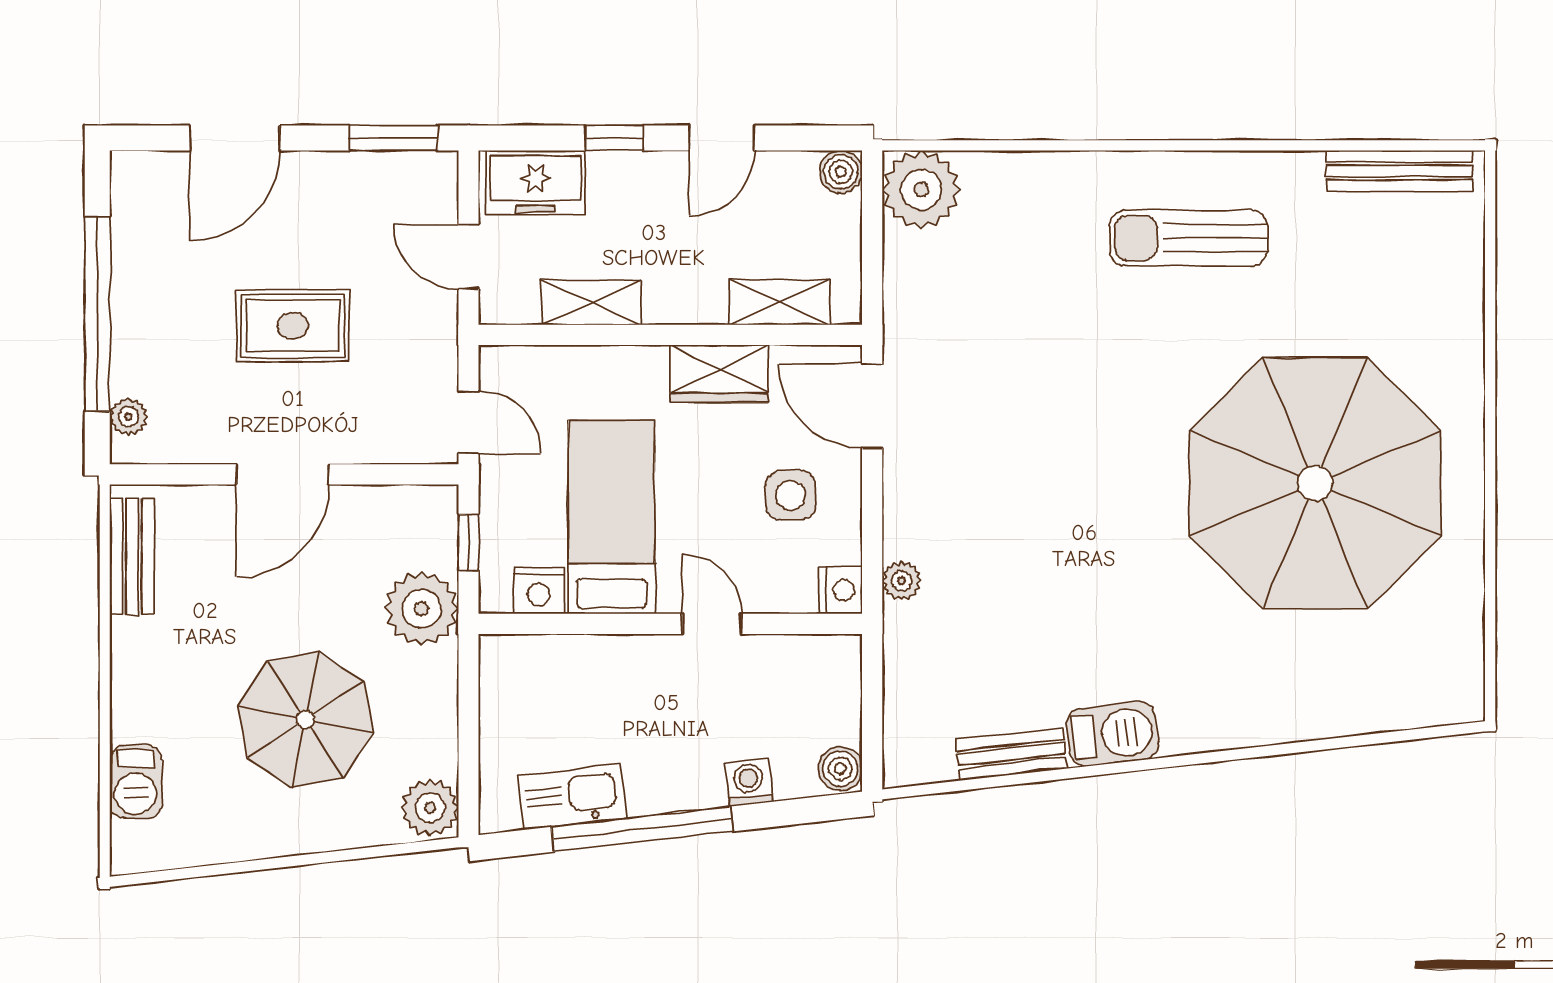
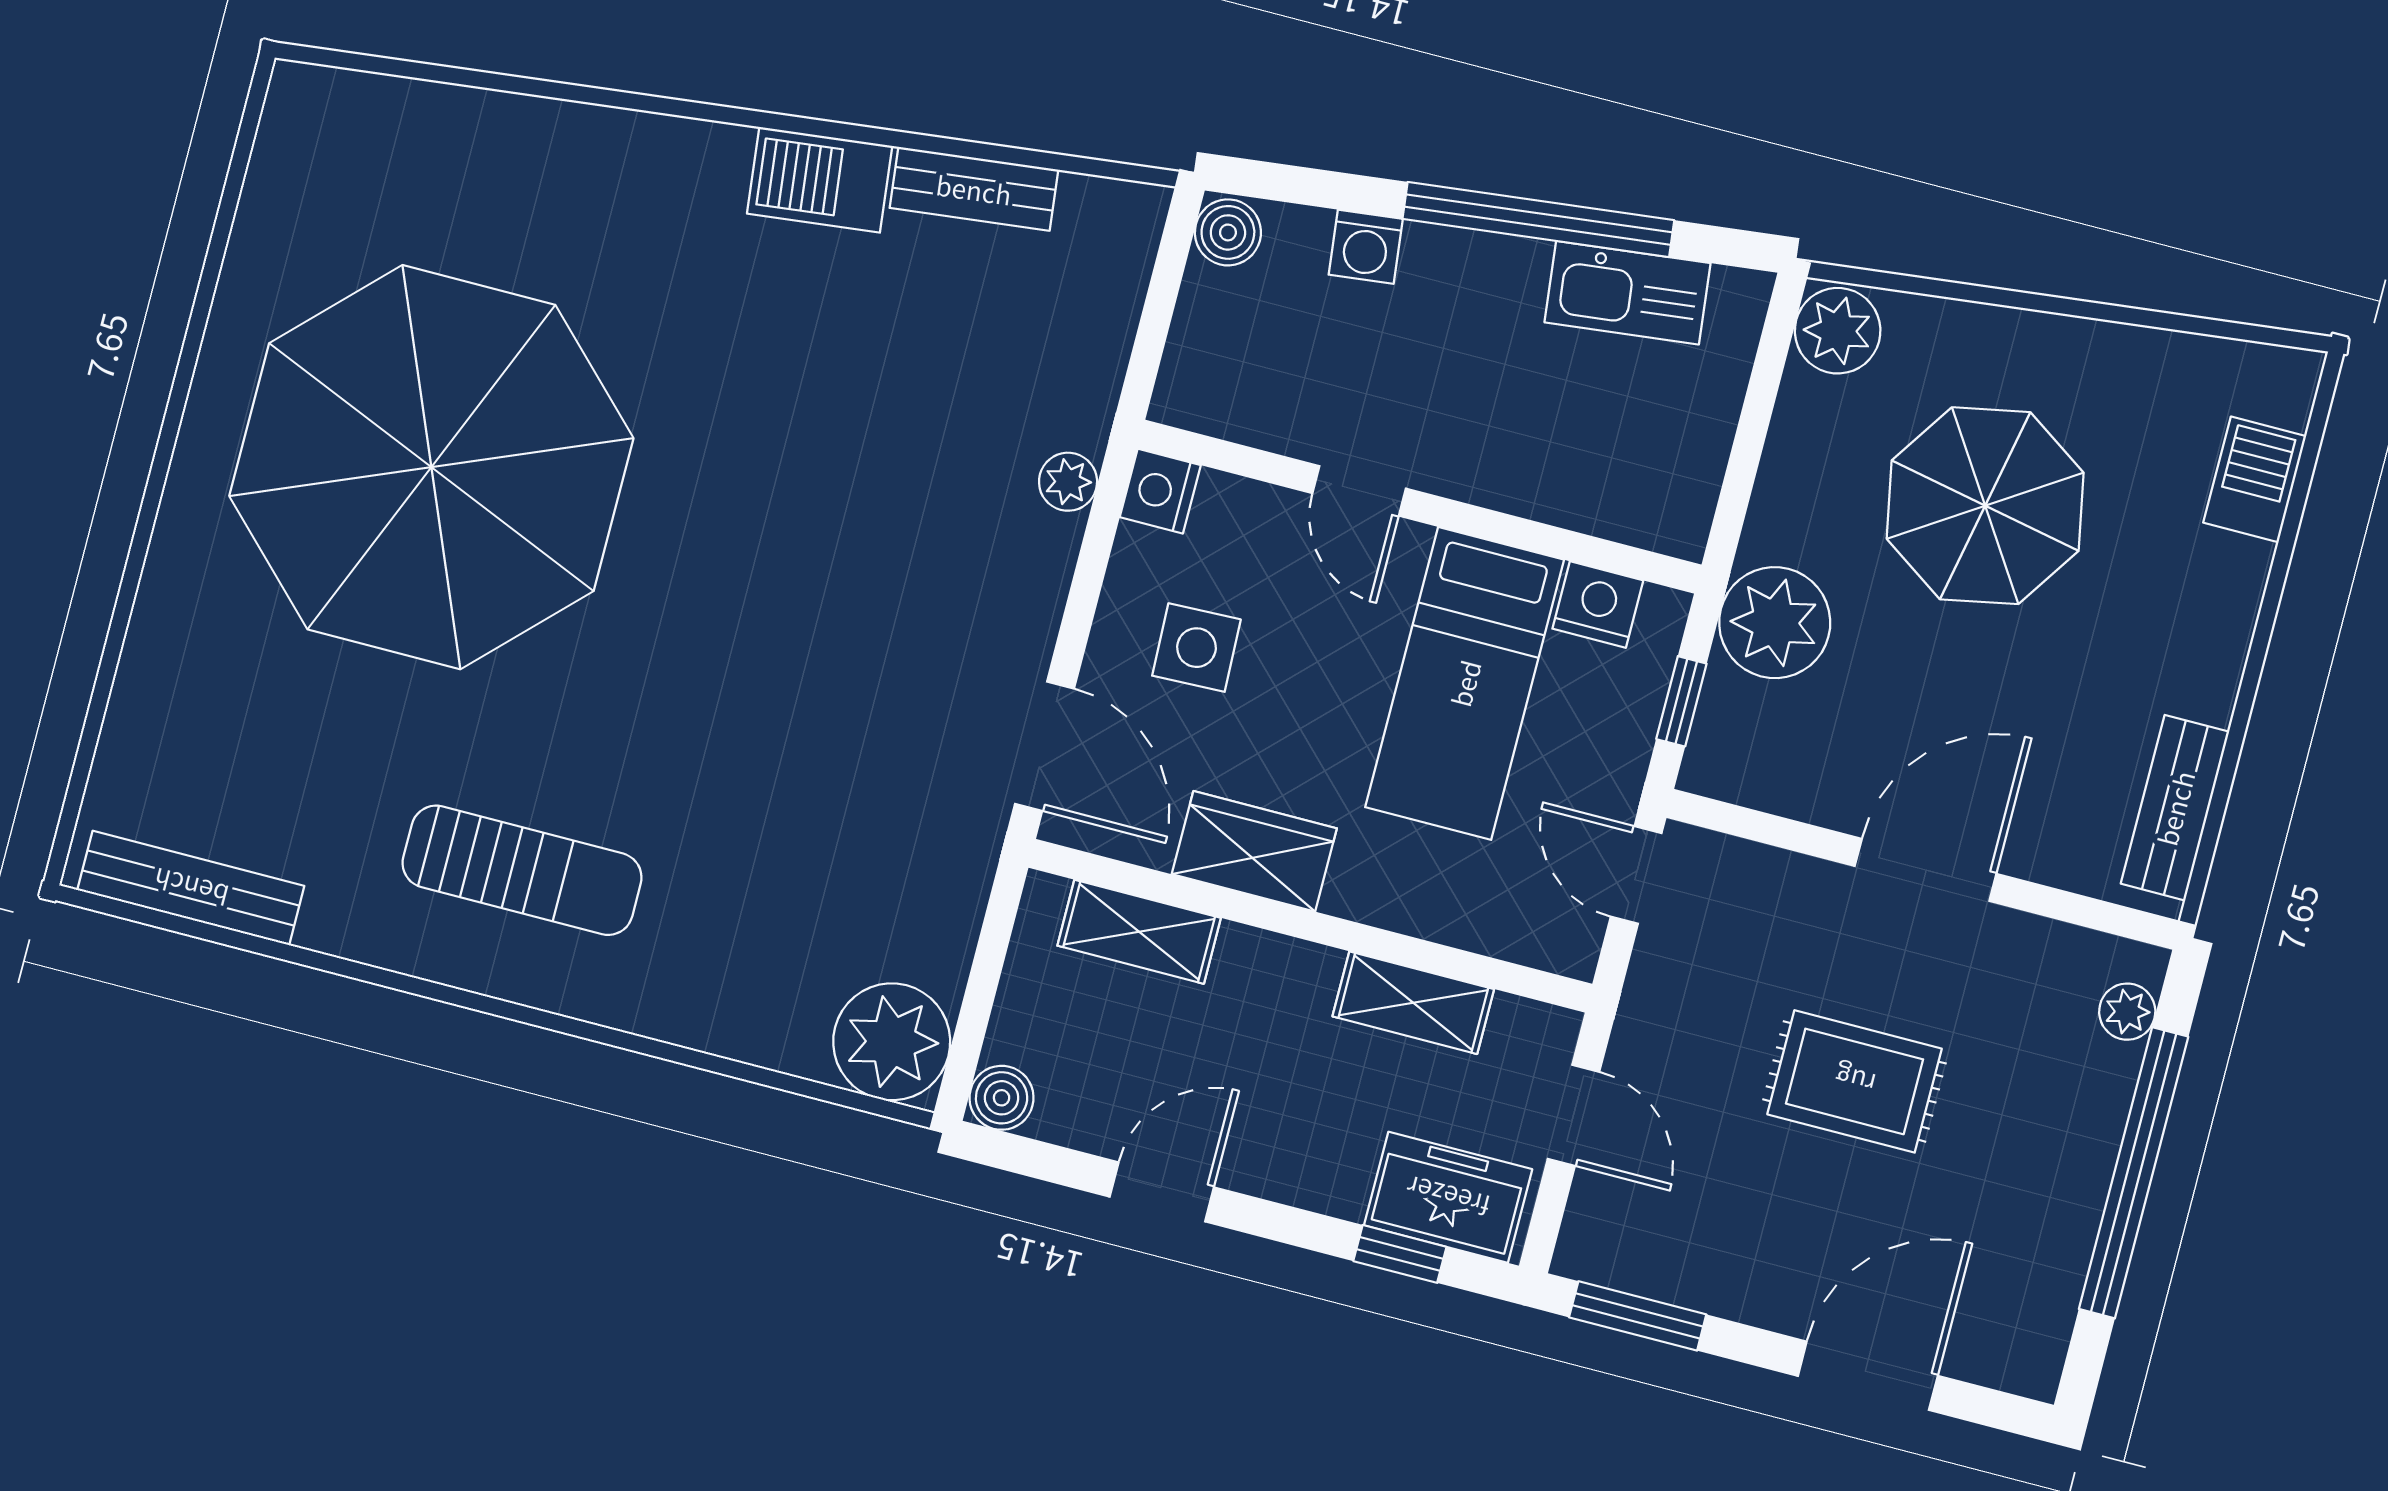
window: (614, 138) -> (1400, 1254), moved

